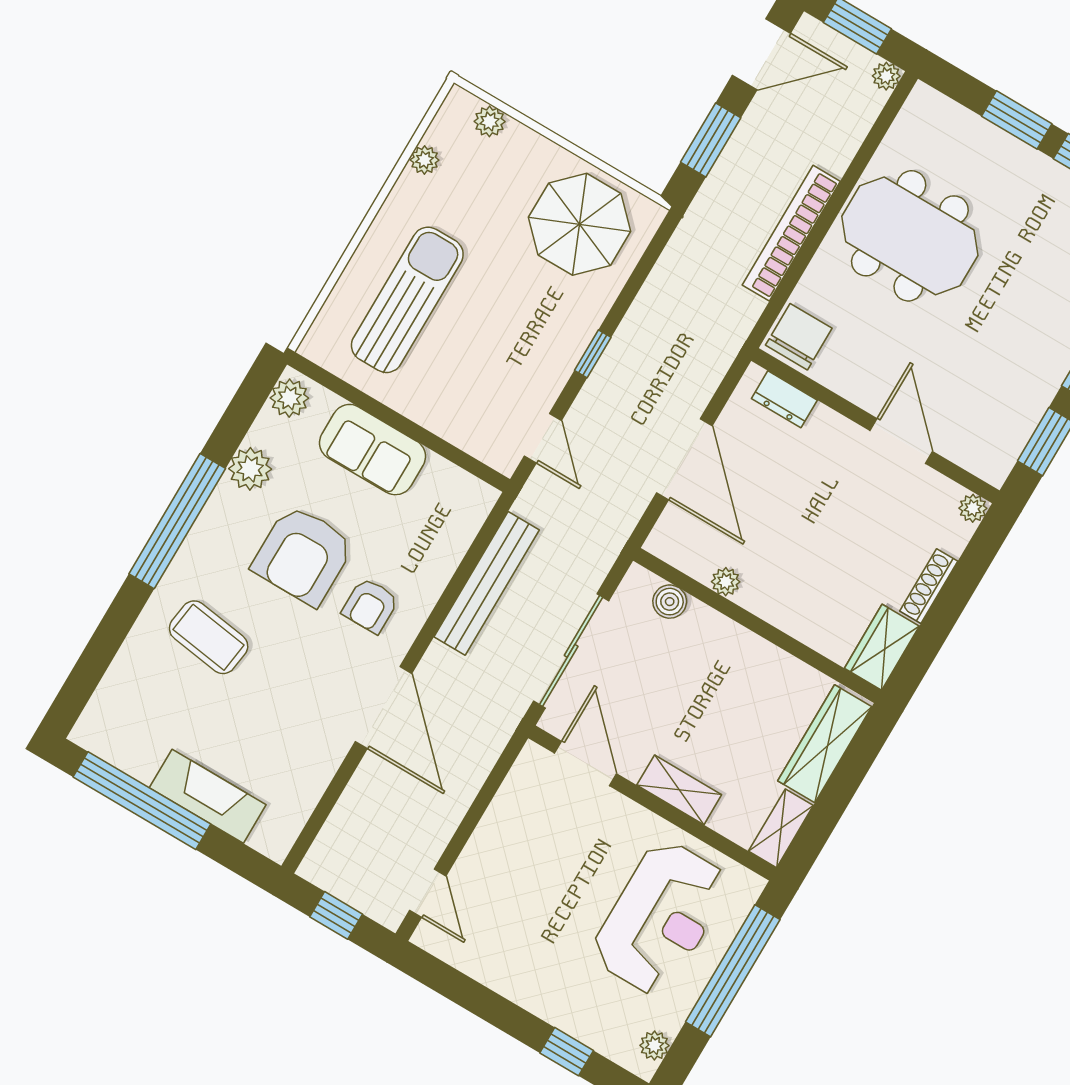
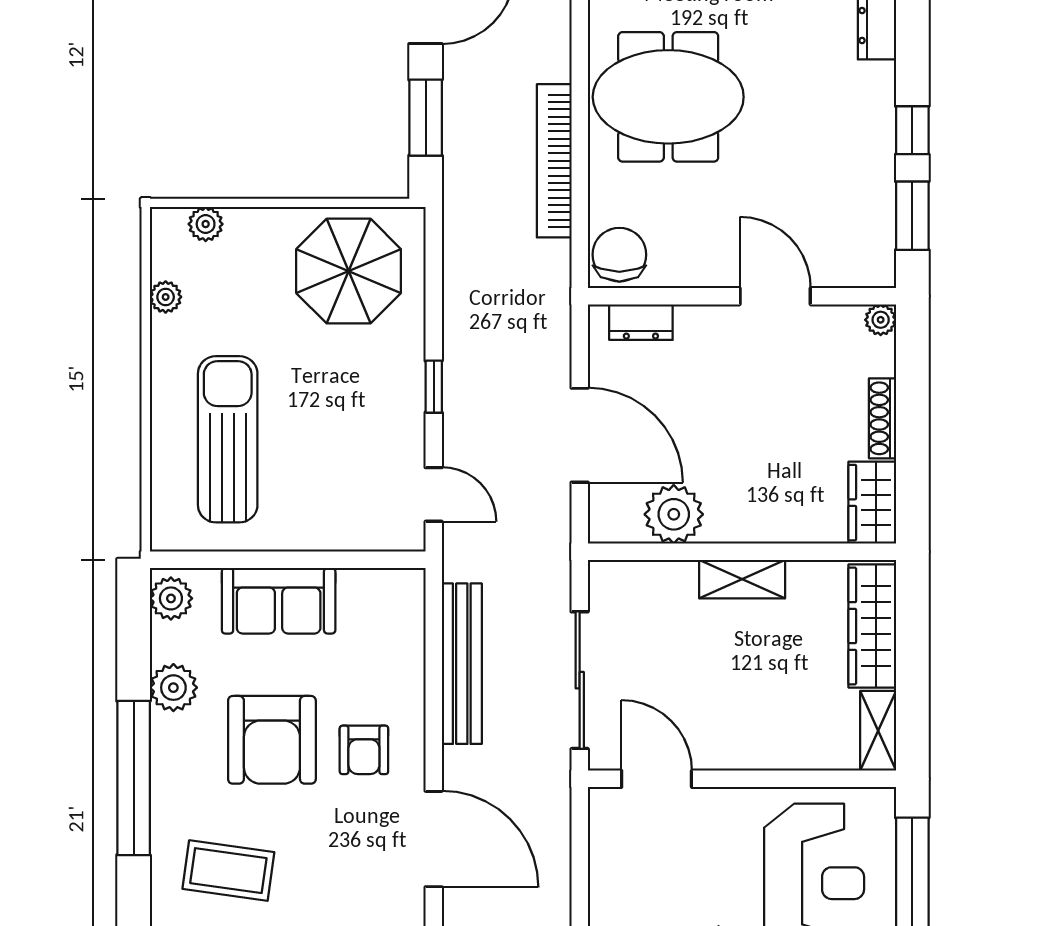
plant: (726, 582) -> (674, 514), width x1.88, depth x1.88
boiler: (670, 602) -> (646, 578), removed
shelving: (679, 790) -> (742, 579), moved

